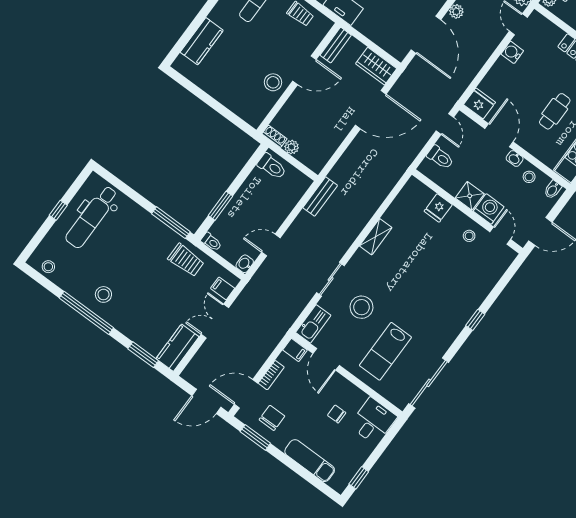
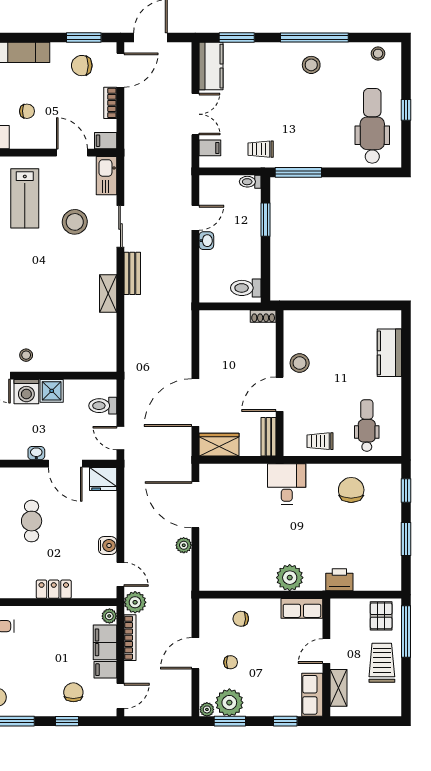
plant: (292, 147) -> (241, 318), removed
stool: (529, 177) -> (12, 446), removed
bench: (320, 196) -> (132, 273), moved
fridge: (438, 208) -> (72, 360), removed
trolley: (186, 260) -> (261, 149), width x0.73, depth x0.72
washbasin: (245, 264) -> (206, 241), moved
lab bench: (385, 351) -> (25, 198), turned 180
chair: (272, 418) -> (82, 66), turned 90

